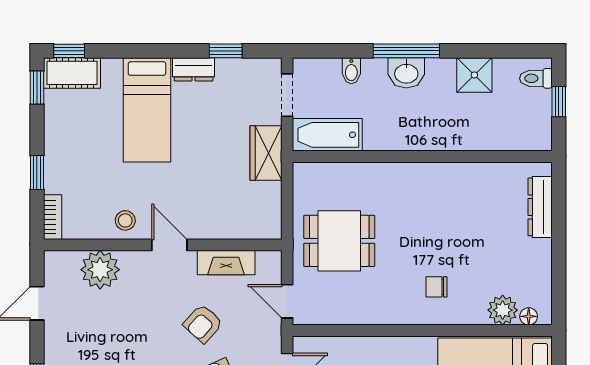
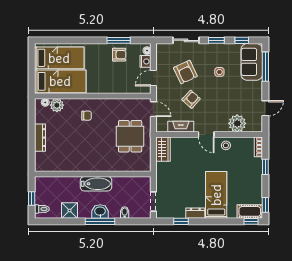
bathtub: (327, 135) -> (96, 184), moved
wardrobe: (266, 153) -> (163, 149), moved
dresser: (540, 207) -> (40, 138), moved
dining table: (339, 241) -> (130, 136), turned 90

